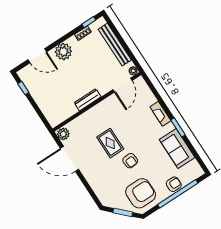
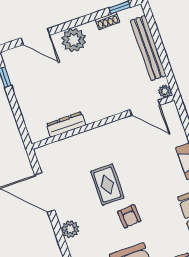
door: (122, 85) -> (145, 108), hinge flipped
dresser: (88, 100) -> (66, 125), moved
plant: (63, 134) -> (70, 229), moved

